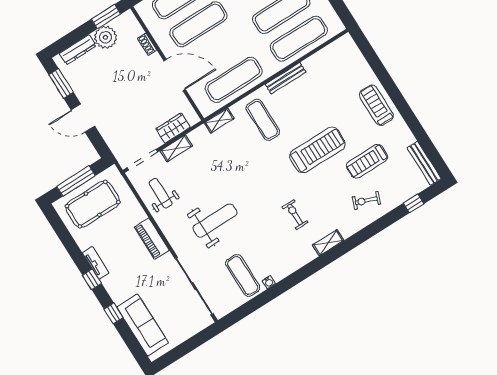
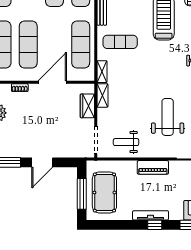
shelving: (176, 148) -> (102, 95), moved
tv unit: (96, 263) -> (151, 215), width x1.41

